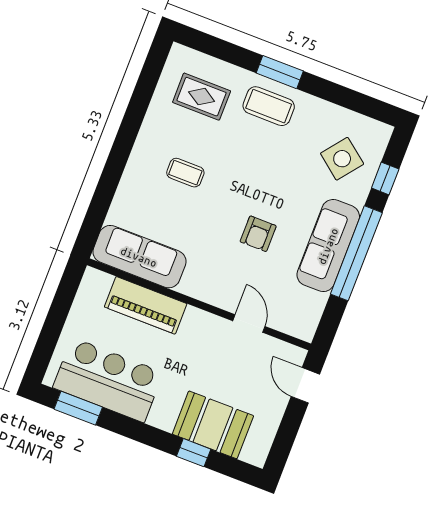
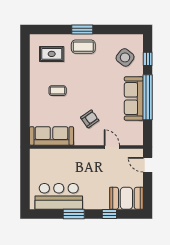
armchair: (258, 234) -> (90, 119), moved, turned -125
piano: (146, 305) -> (63, 157), removed
window: (78, 408) -> (74, 214), moved
booth: (213, 425) -> (126, 198), moved

